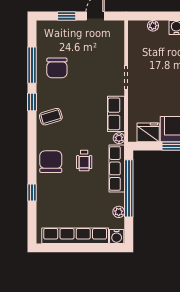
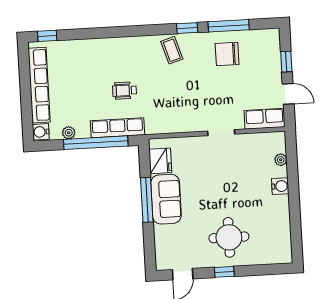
row of seats: (116, 114) -> (265, 119), moved
plant: (119, 138) -> (152, 128), removed
chair: (51, 162) -> (121, 53), removed
window: (32, 192) -> (47, 36), moved

